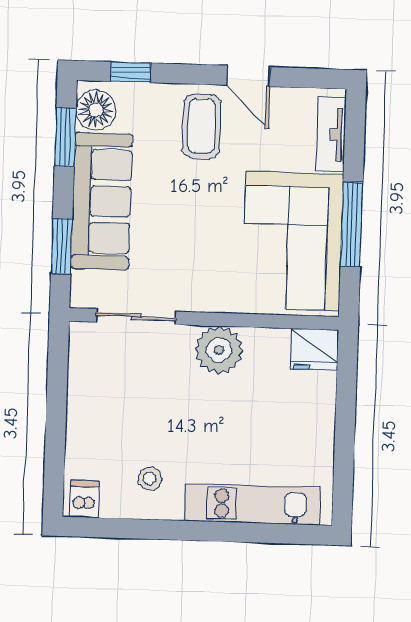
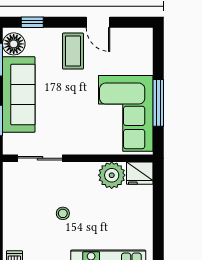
tv unit: (331, 134) -> (145, 53), removed
plant: (219, 350) -> (112, 175), moved
stool: (150, 479) -> (63, 213), moved

